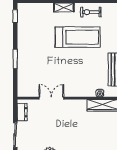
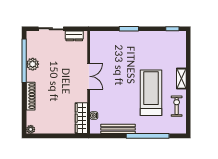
treadmill: (78, 37) -> (151, 93), turned 180
double door: (51, 98) -> (89, 76), moved

